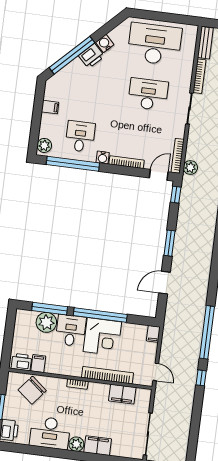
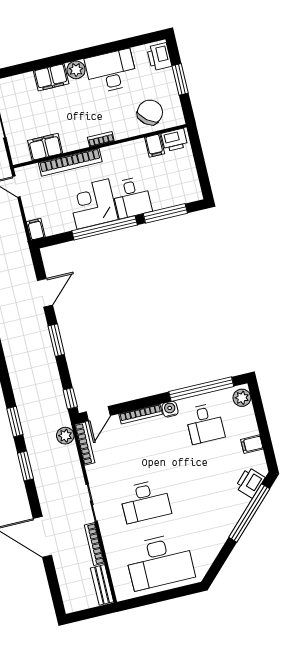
water cooler: (105, 43) -> (217, 541), removed
printer: (92, 56) -> (250, 483), moved
plant: (46, 322) -> (163, 196), removed

